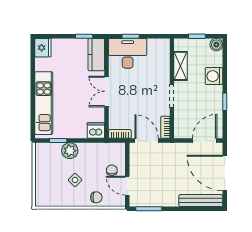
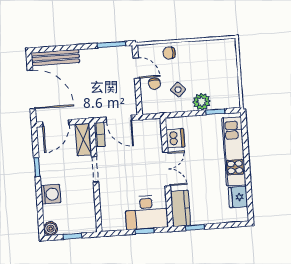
fridge: (43, 48) -> (238, 197), moved
shelving: (181, 66) -> (83, 140), moved
dishwasher: (96, 131) -> (175, 138), moved, turned -90
bookcase: (120, 134) -> (149, 124), removed
side table: (75, 180) -> (178, 90), moved

